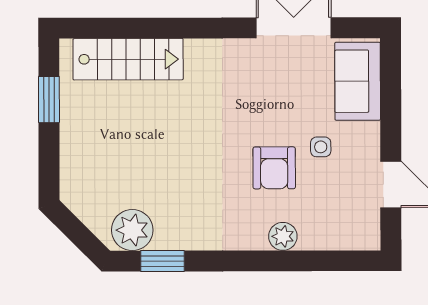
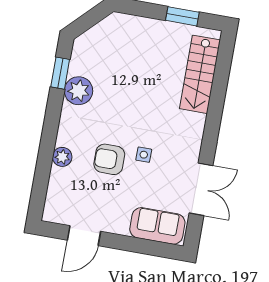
side table: (321, 147) -> (144, 155), moved
plant: (132, 230) -> (79, 91), moved

